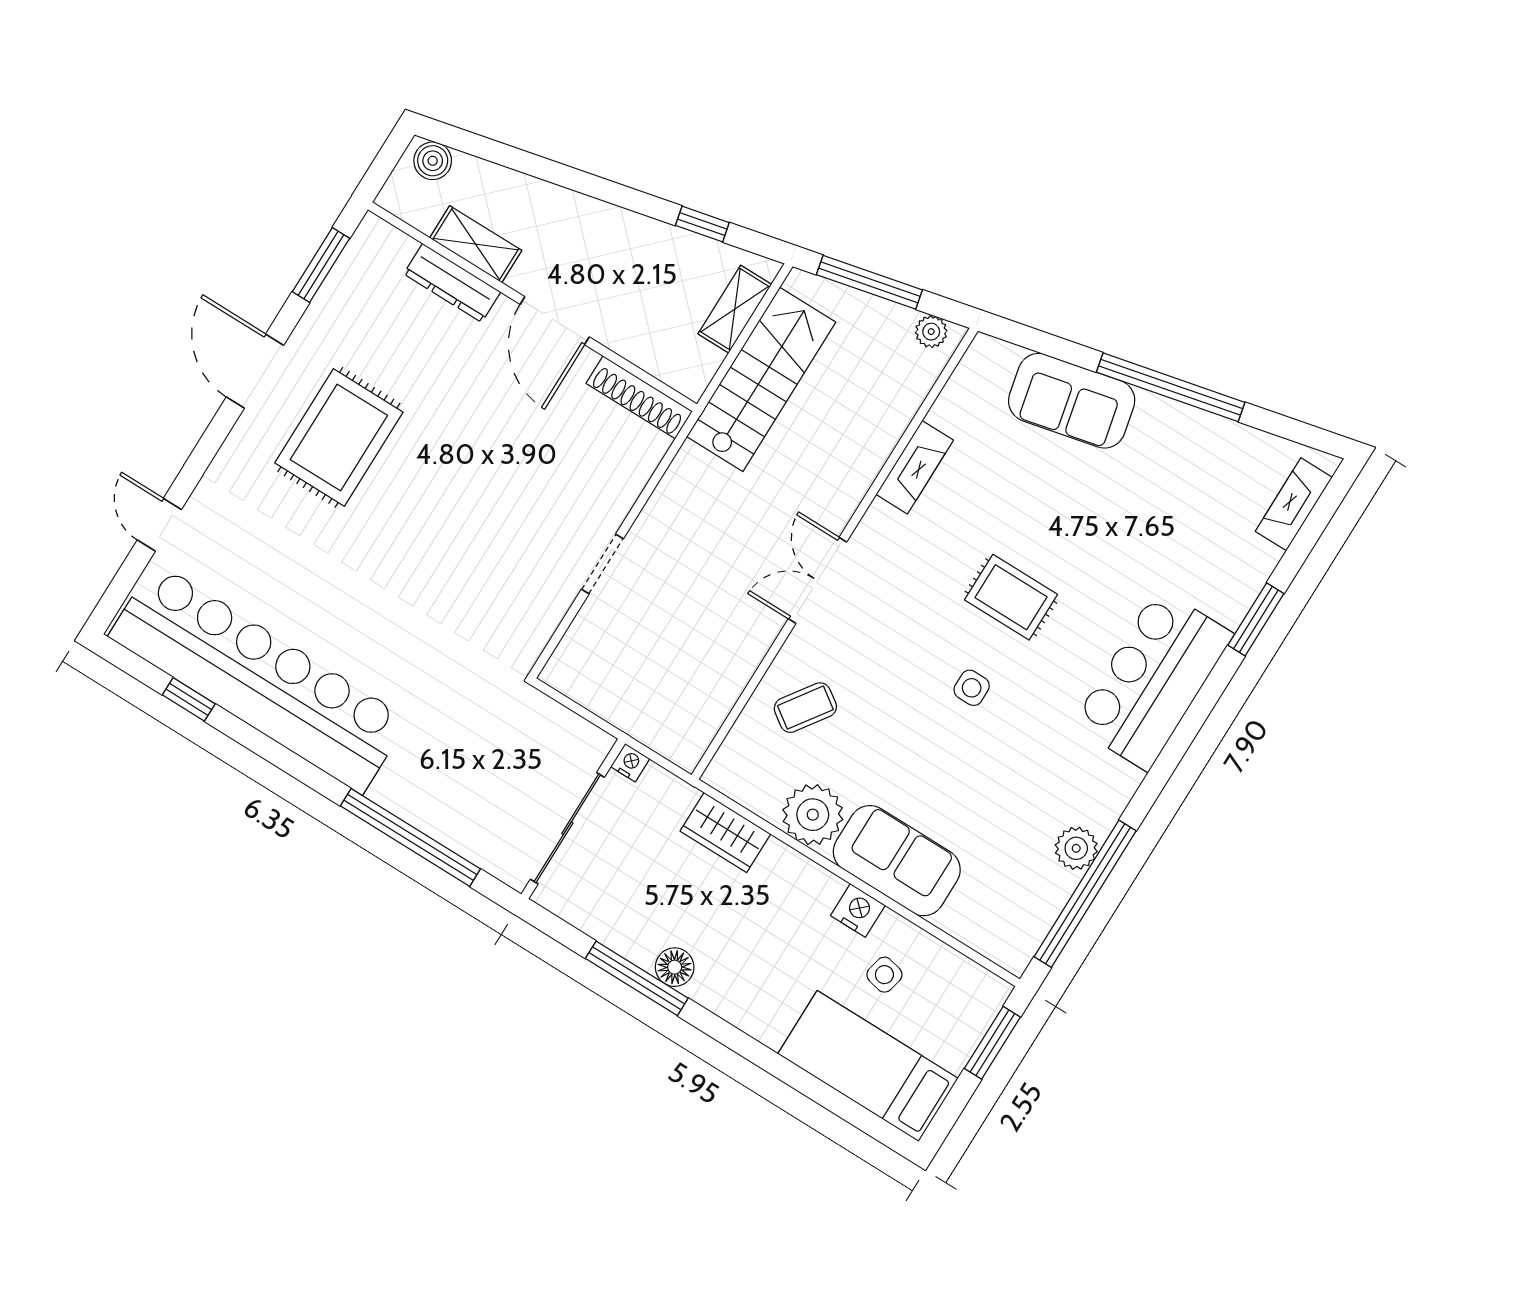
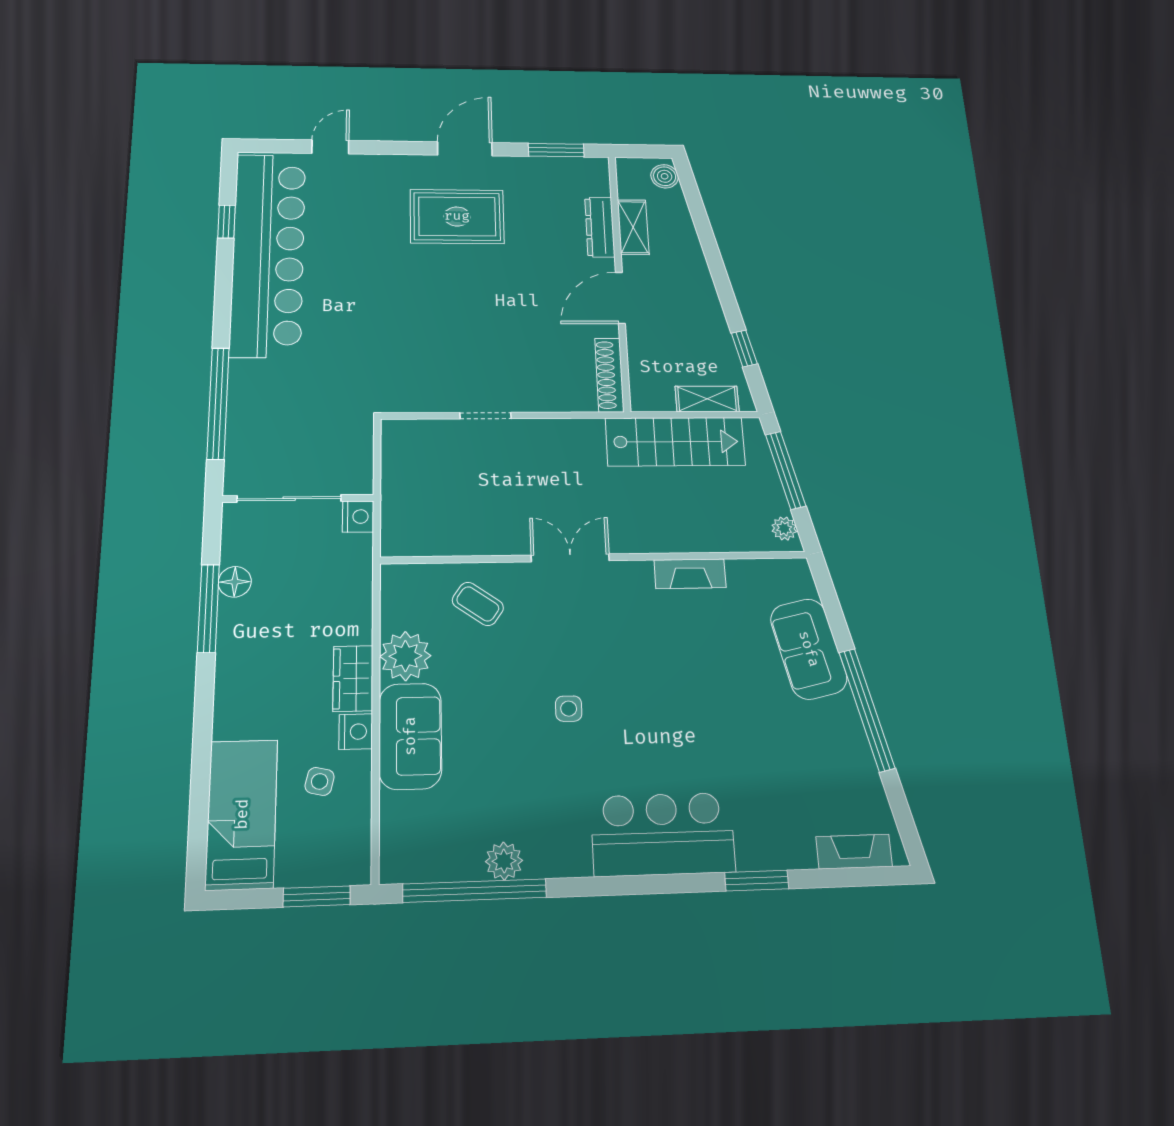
rug: (1011, 597) -> (650, 695), removed
nightstand: (630, 763) -> (358, 517), width x1.39, depth x1.35
wardrobe: (725, 833) -> (353, 678), moved
floor lamp: (675, 967) -> (235, 582), moved

